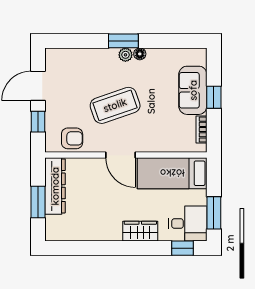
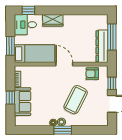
coffee table: (115, 105) -> (76, 100), moved, turned -44
window: (38, 202) -> (112, 37), width x1.44
window: (214, 213) -> (10, 46), moved

